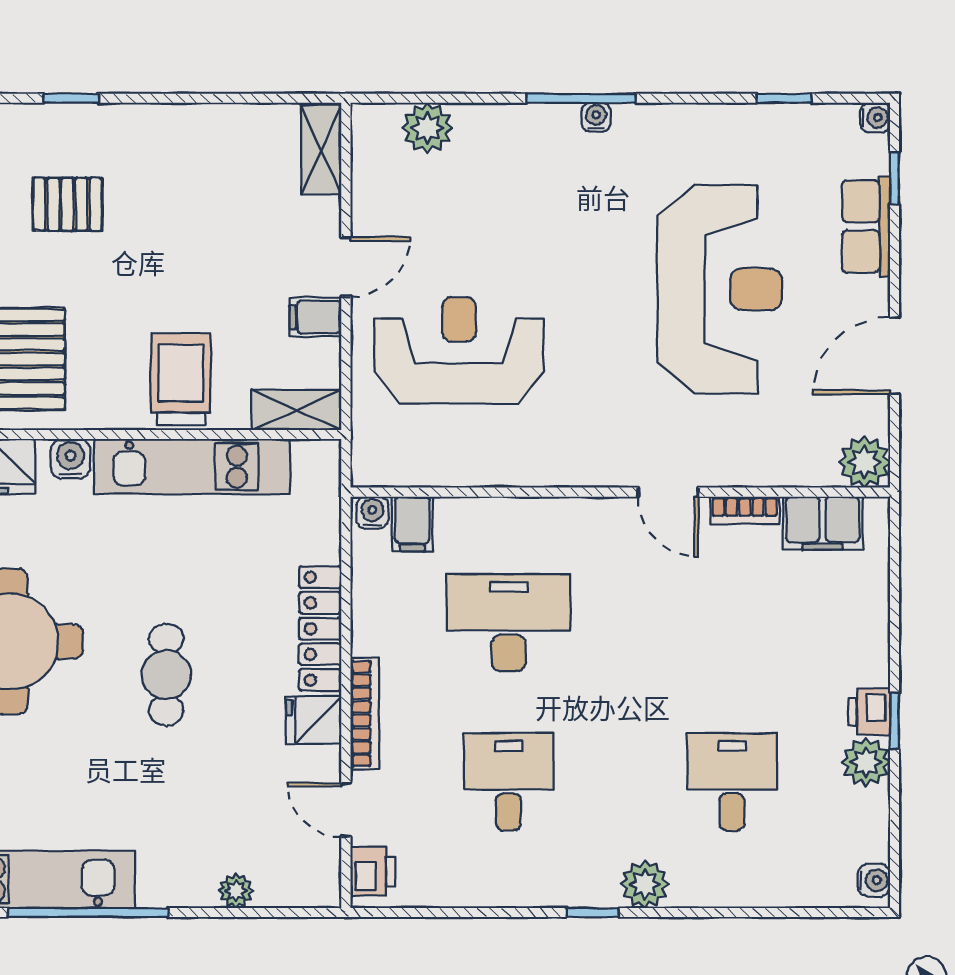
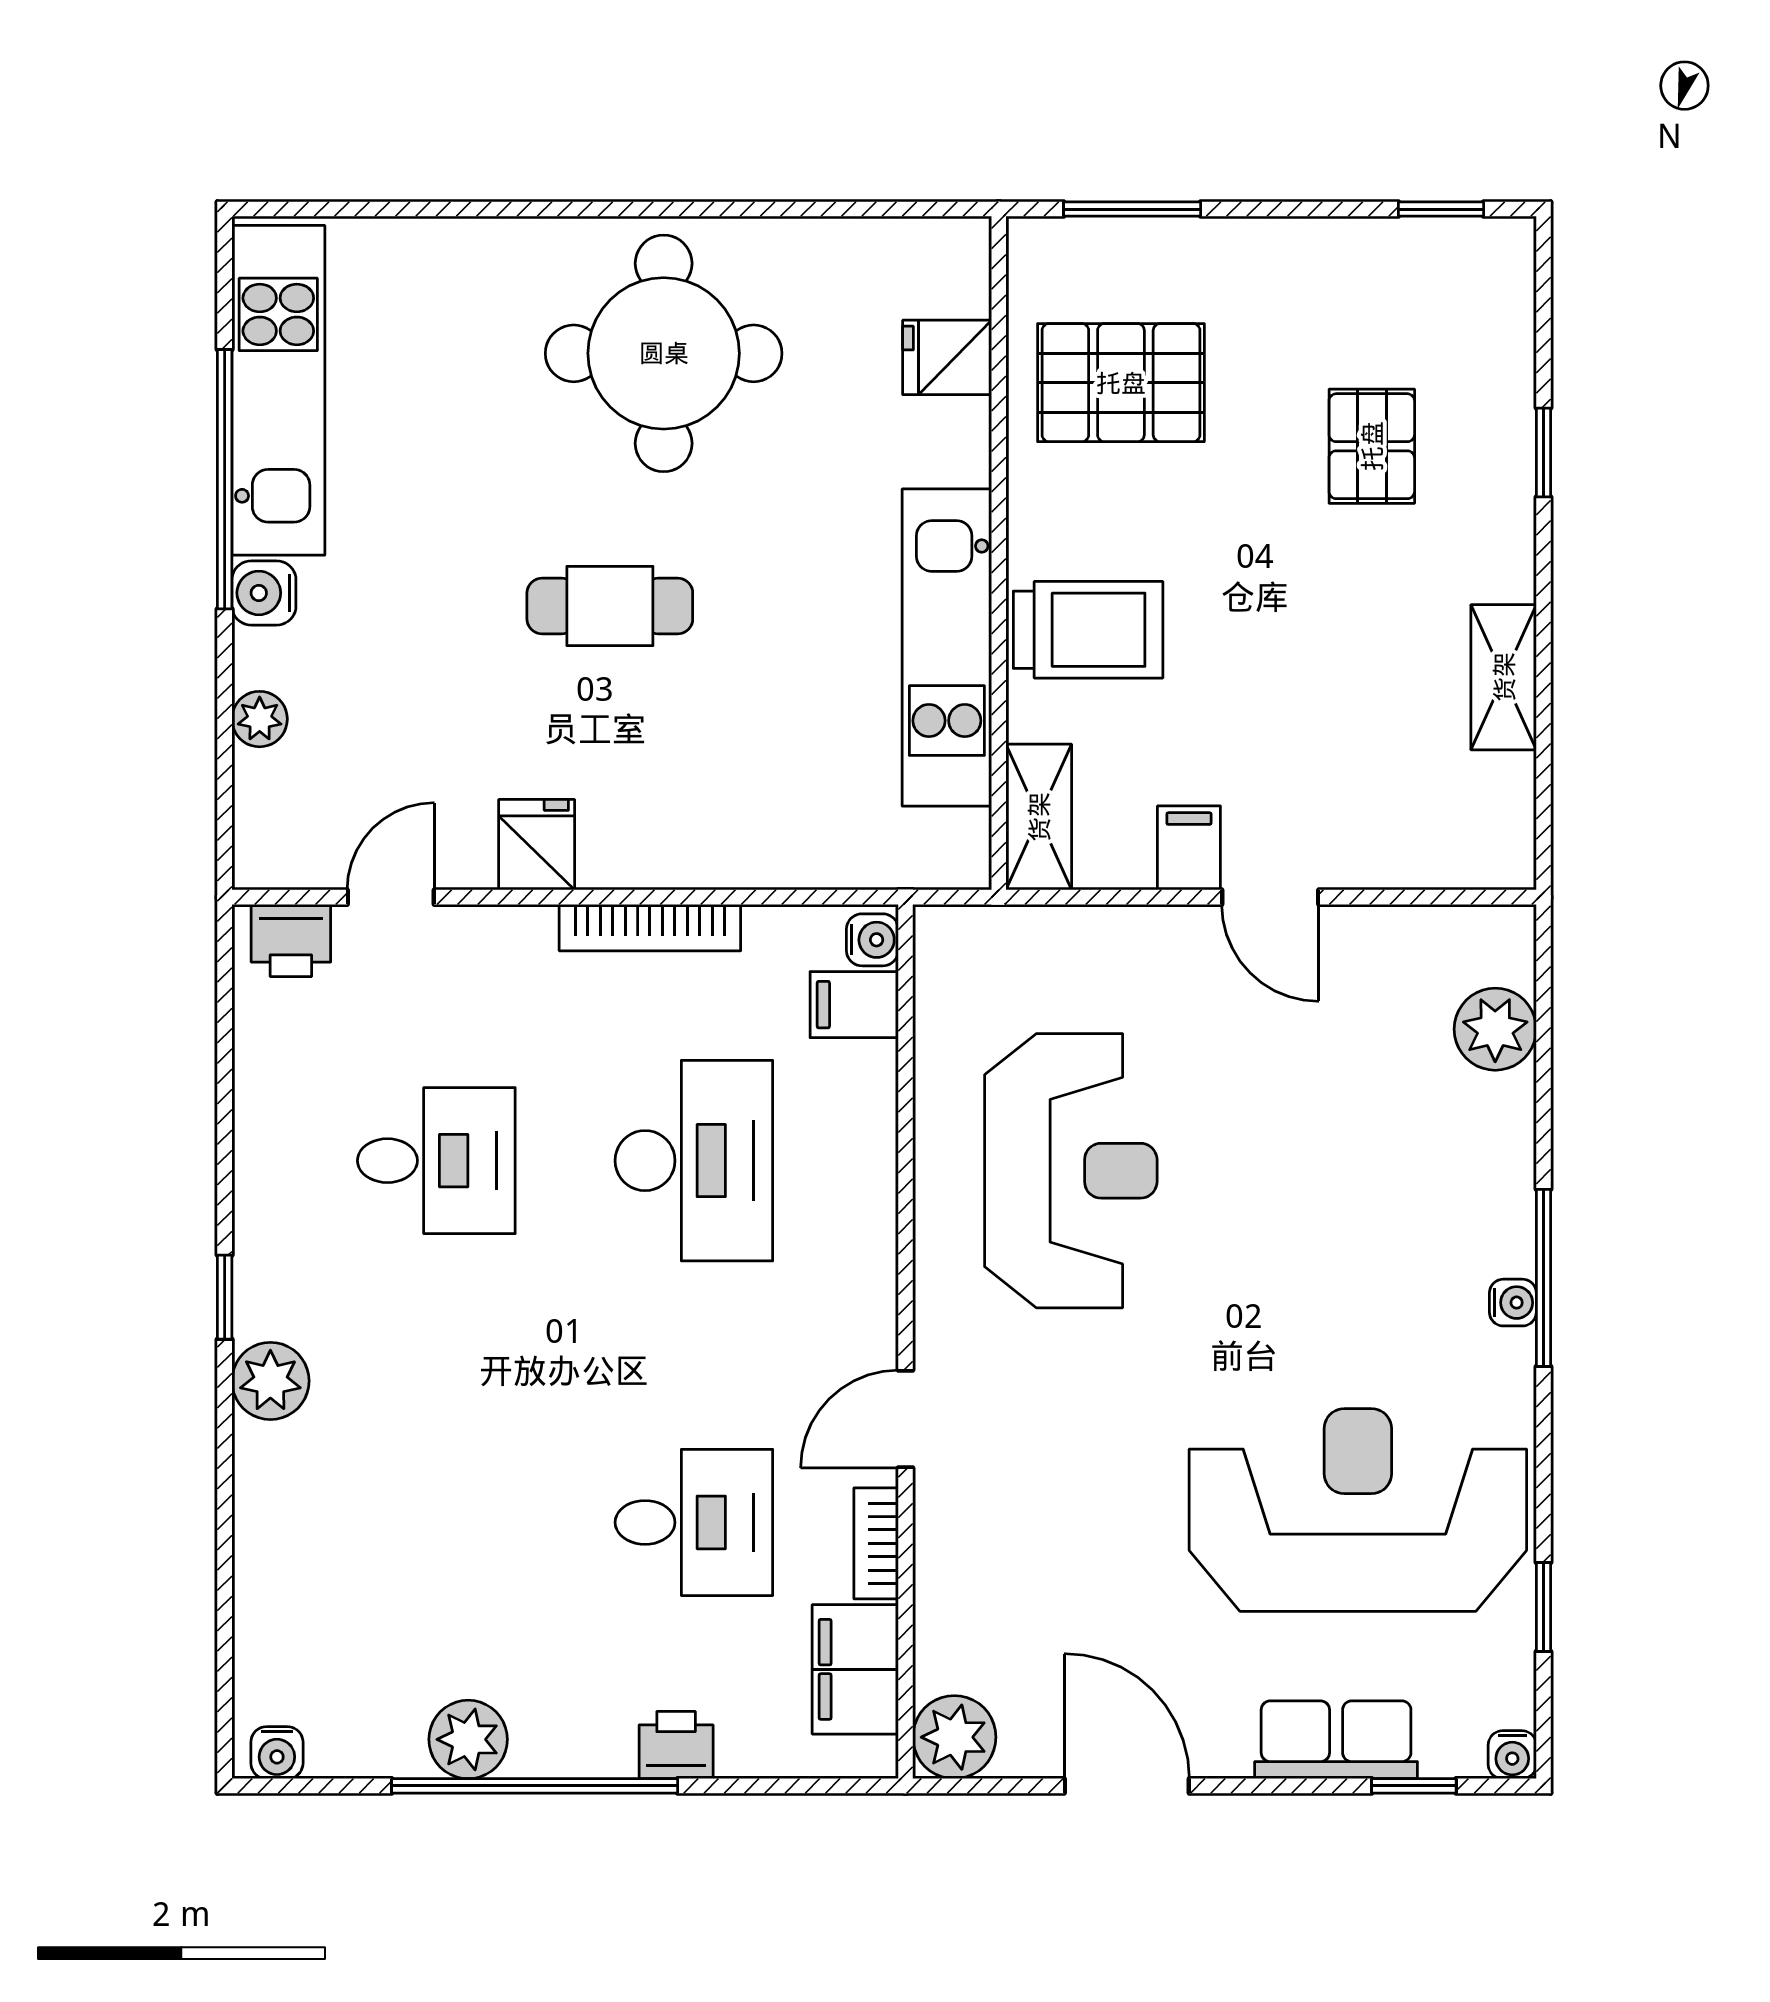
shelving: (321, 150) -> (1504, 677), moved, turned 90
reception desk: (720, 289) -> (1358, 1510), moved, turned 180
reception desk: (459, 350) -> (1071, 1171), moved
water cooler: (71, 459) -> (264, 593), moved, turned 180
locker: (320, 629) -> (684, 856), removed
printer: (869, 711) -> (676, 1745), moved
bookcase: (365, 714) -> (650, 928), moved
window: (895, 721) -> (535, 1786), width x3.17
desk: (732, 782) -> (694, 1522), moved

